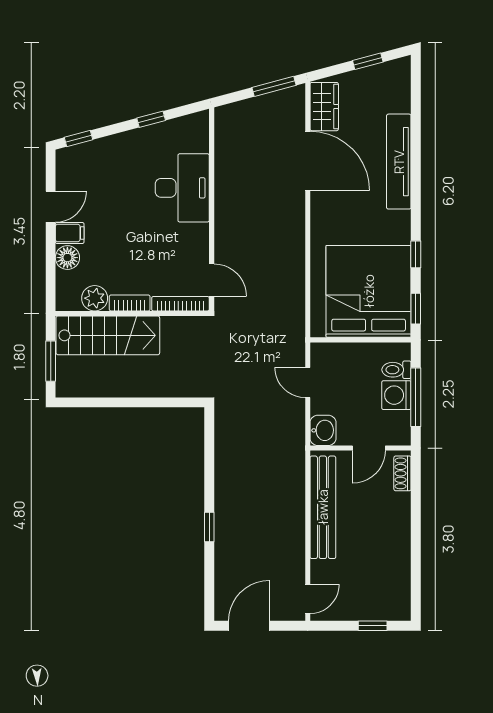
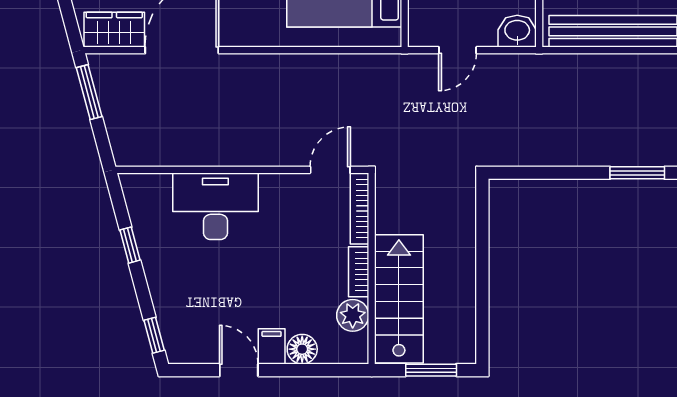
window: (209, 527) -> (637, 173), width x1.50

